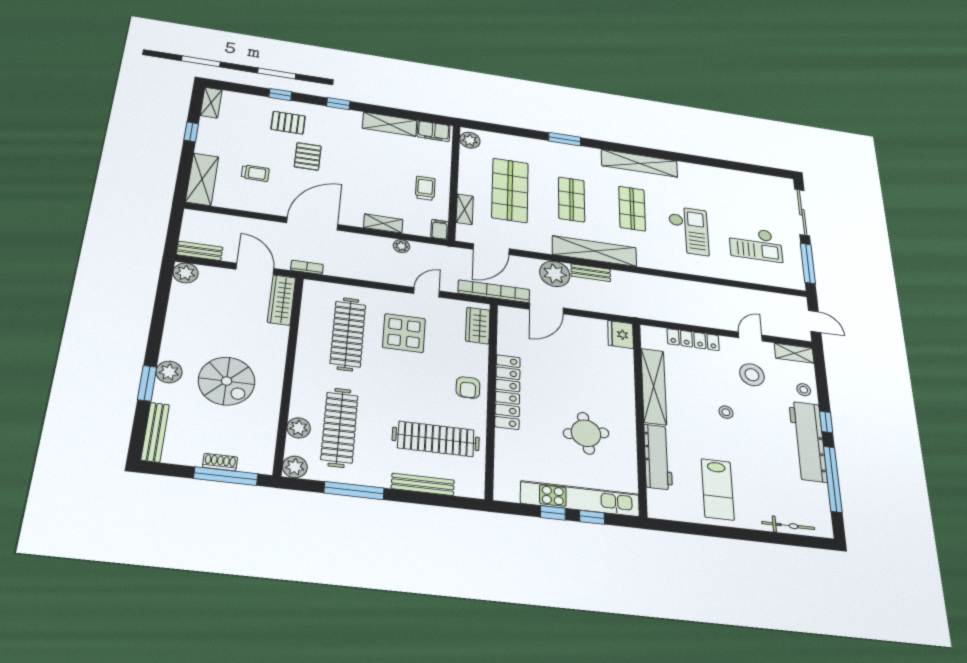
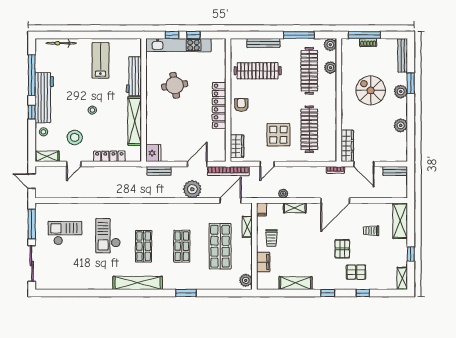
filing cabinet: (434, 131) -> (263, 262), moved, turned 90
shelving: (594, 251) -> (168, 210), removed
plant: (186, 273) -> (401, 125), moved
bench: (591, 273) -> (159, 171), moved

